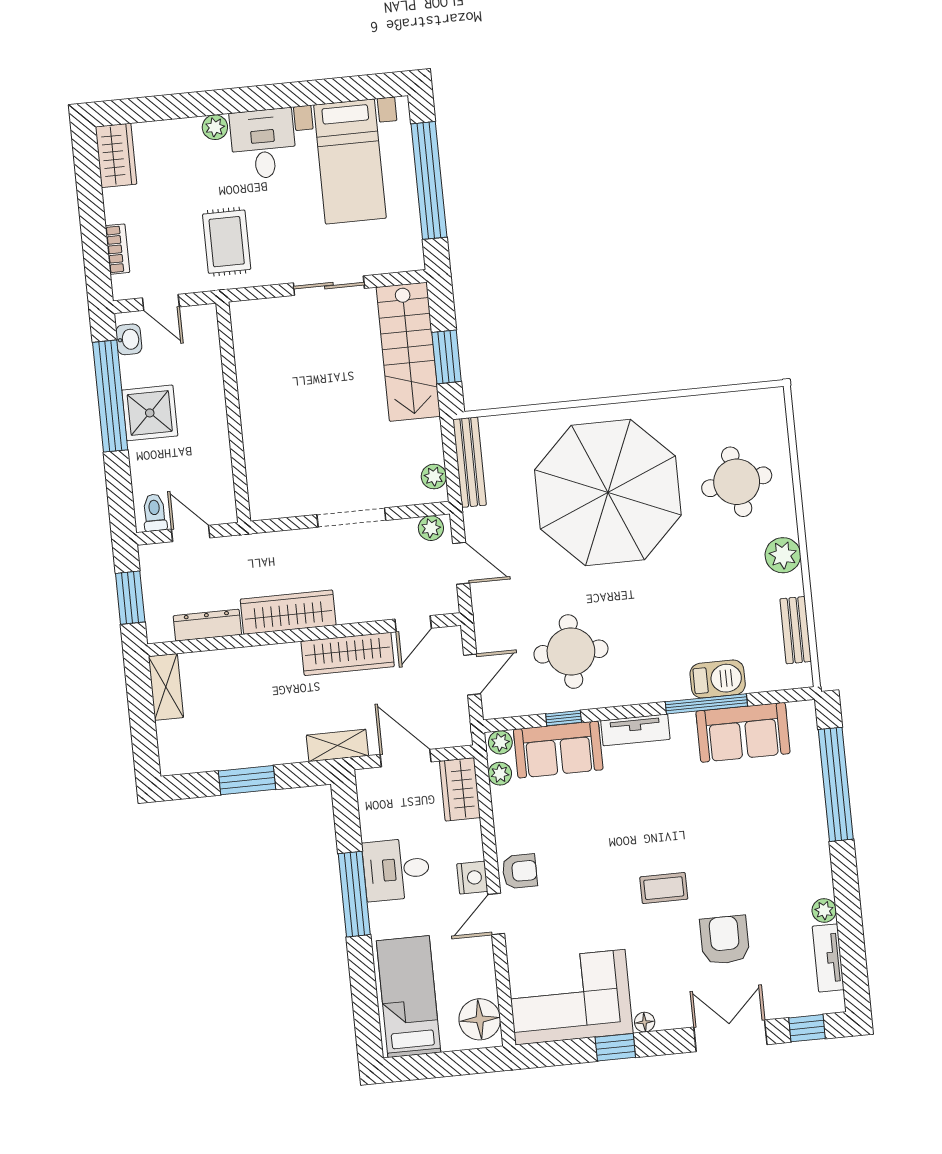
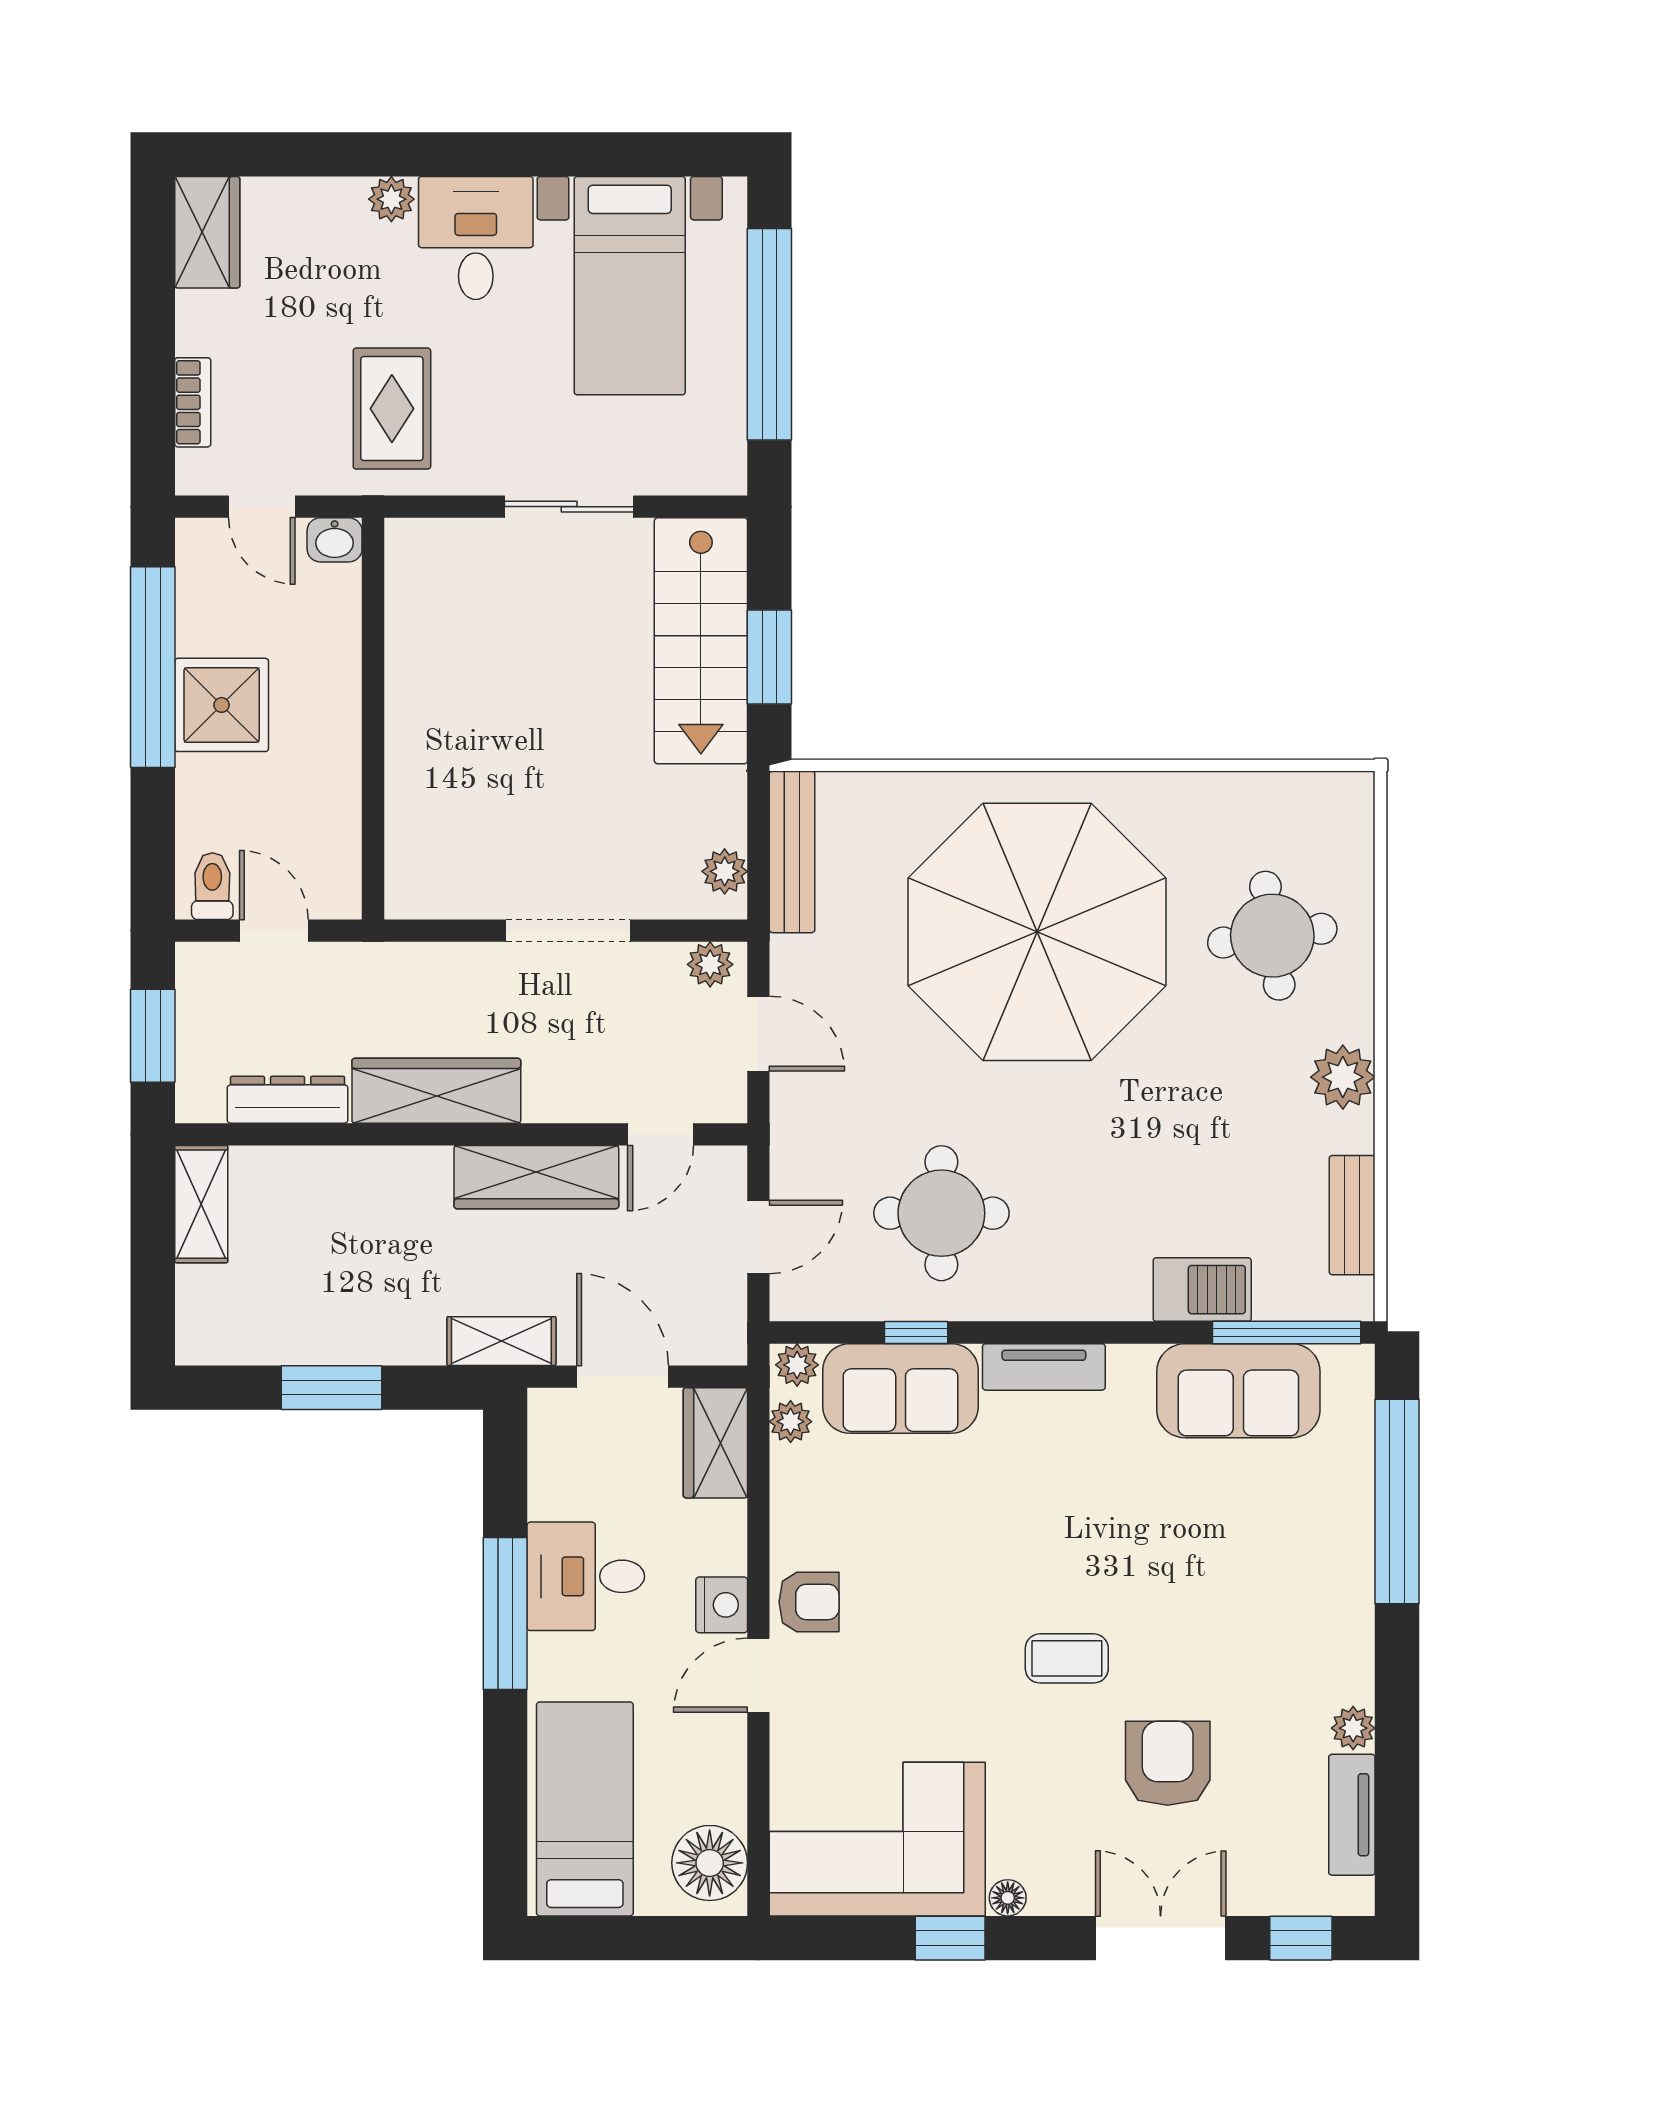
washbasin: (129, 339) -> (335, 540), moved, turned 90
window: (706, 704) -> (1287, 1332), moved

